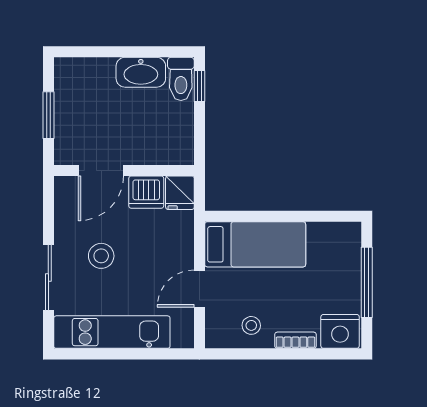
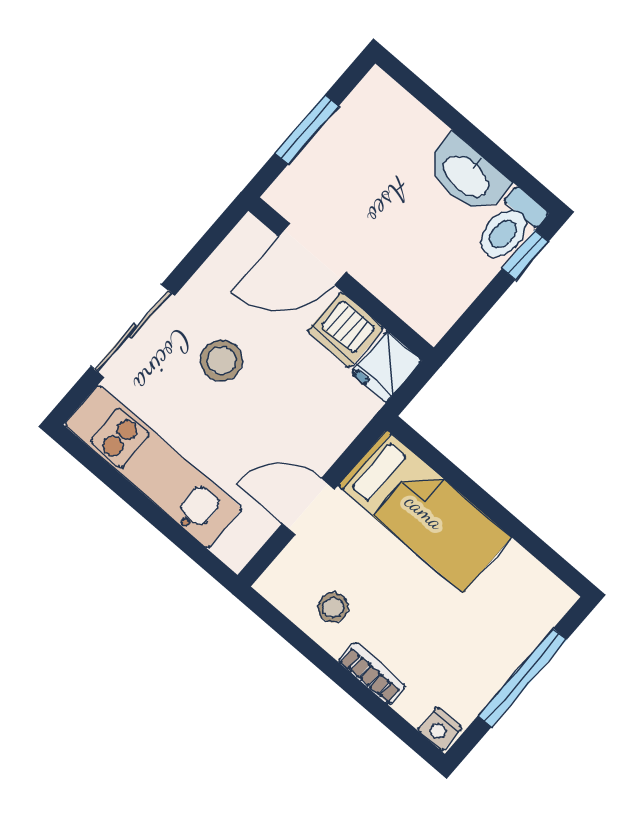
nightstand: (340, 331) -> (440, 729), width x0.53, depth x0.56

